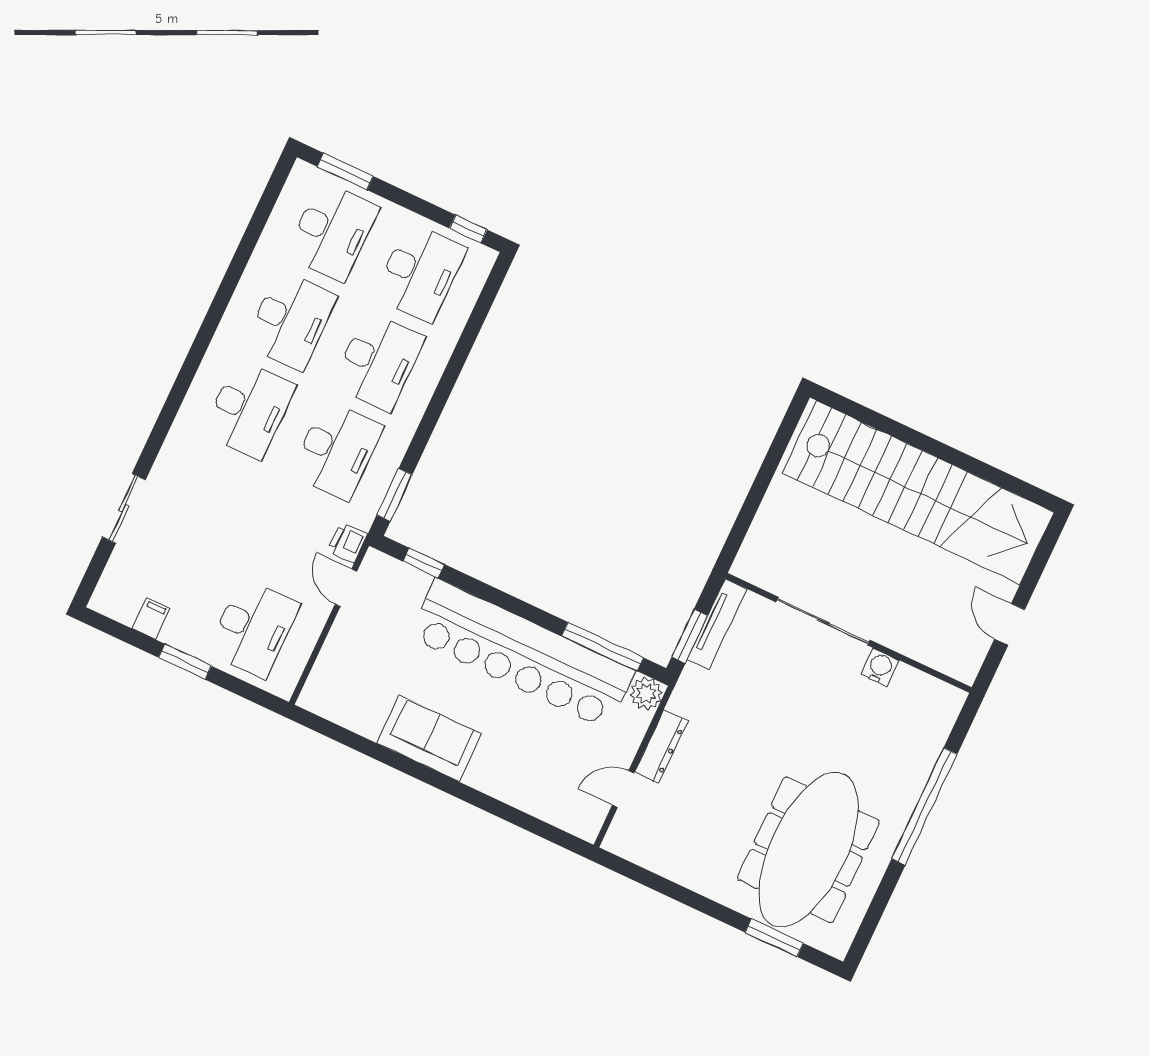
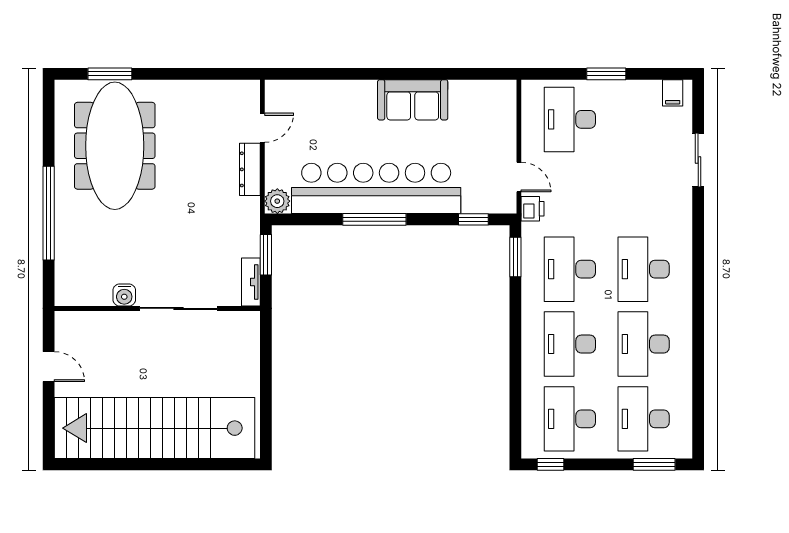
filing cabinet: (151, 619) -> (673, 93), moved
tv unit: (717, 624) -> (251, 282), width x0.71
window: (603, 647) -> (374, 219), moved

